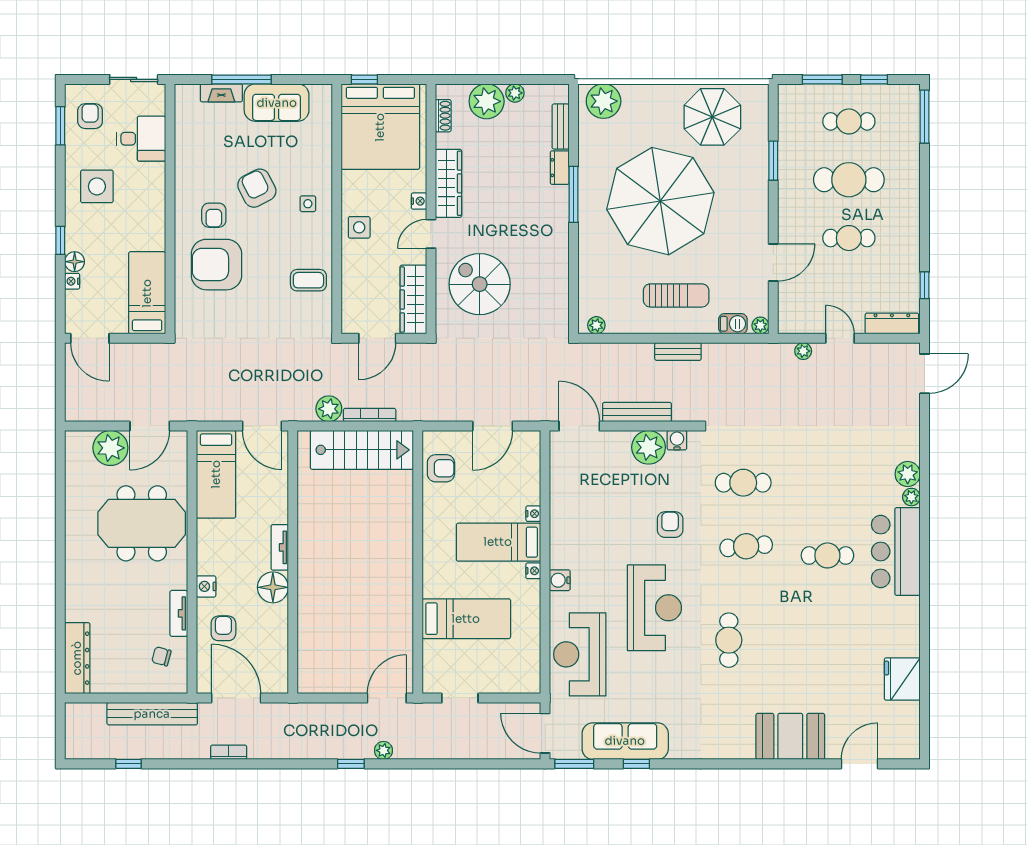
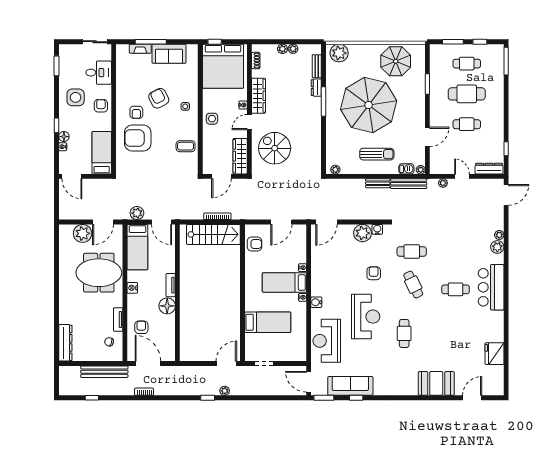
plant: (487, 101) -> (282, 49), width x0.53, depth x0.53
armchair: (90, 116) -> (101, 106), moved
plant: (329, 409) -> (137, 213), moved
bench: (637, 412) -> (409, 184), moved
door: (579, 426) -> (326, 222), swing flipped
plant: (911, 497) -> (499, 235), moved
cafe table: (746, 546) -> (413, 285), turned 69
nightstand: (206, 586) -> (132, 288), moved

